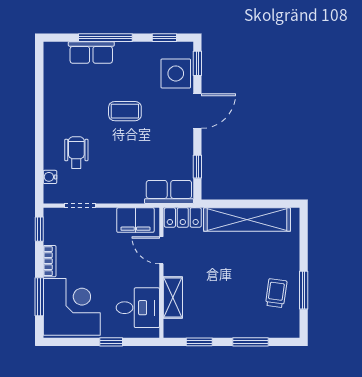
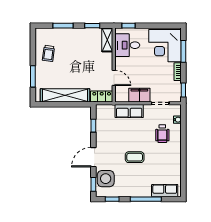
row of seats: (91, 52) -> (165, 191), moved
row of seats: (169, 192) -> (129, 111), moved
filing cabinet: (135, 220) -> (139, 95), moved
window: (304, 290) -> (33, 76), moved
shelving: (173, 298) -> (107, 40), moved
window: (111, 342) -> (129, 26), moved

